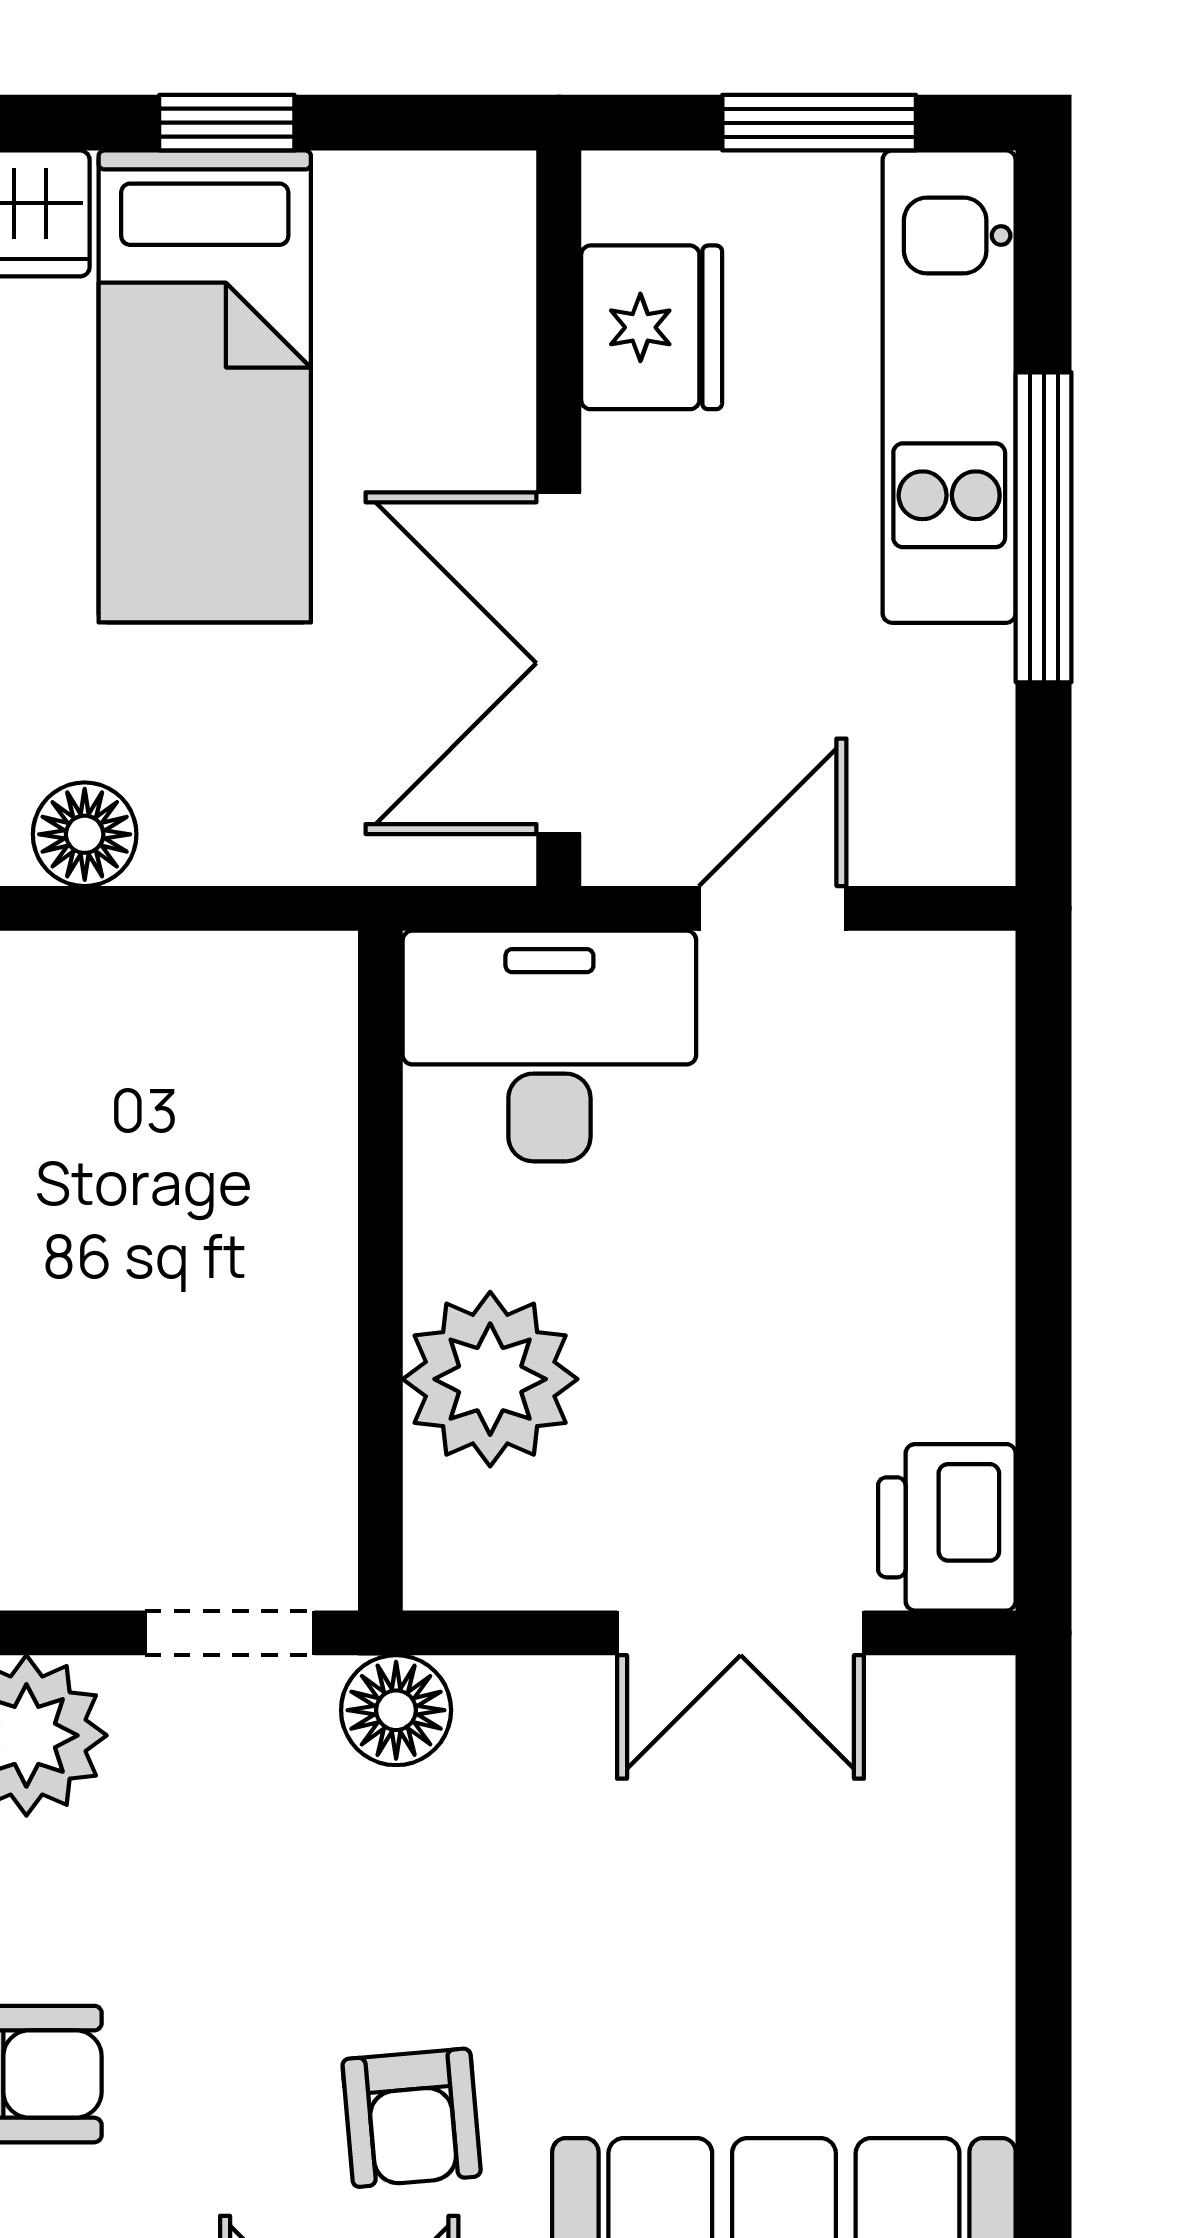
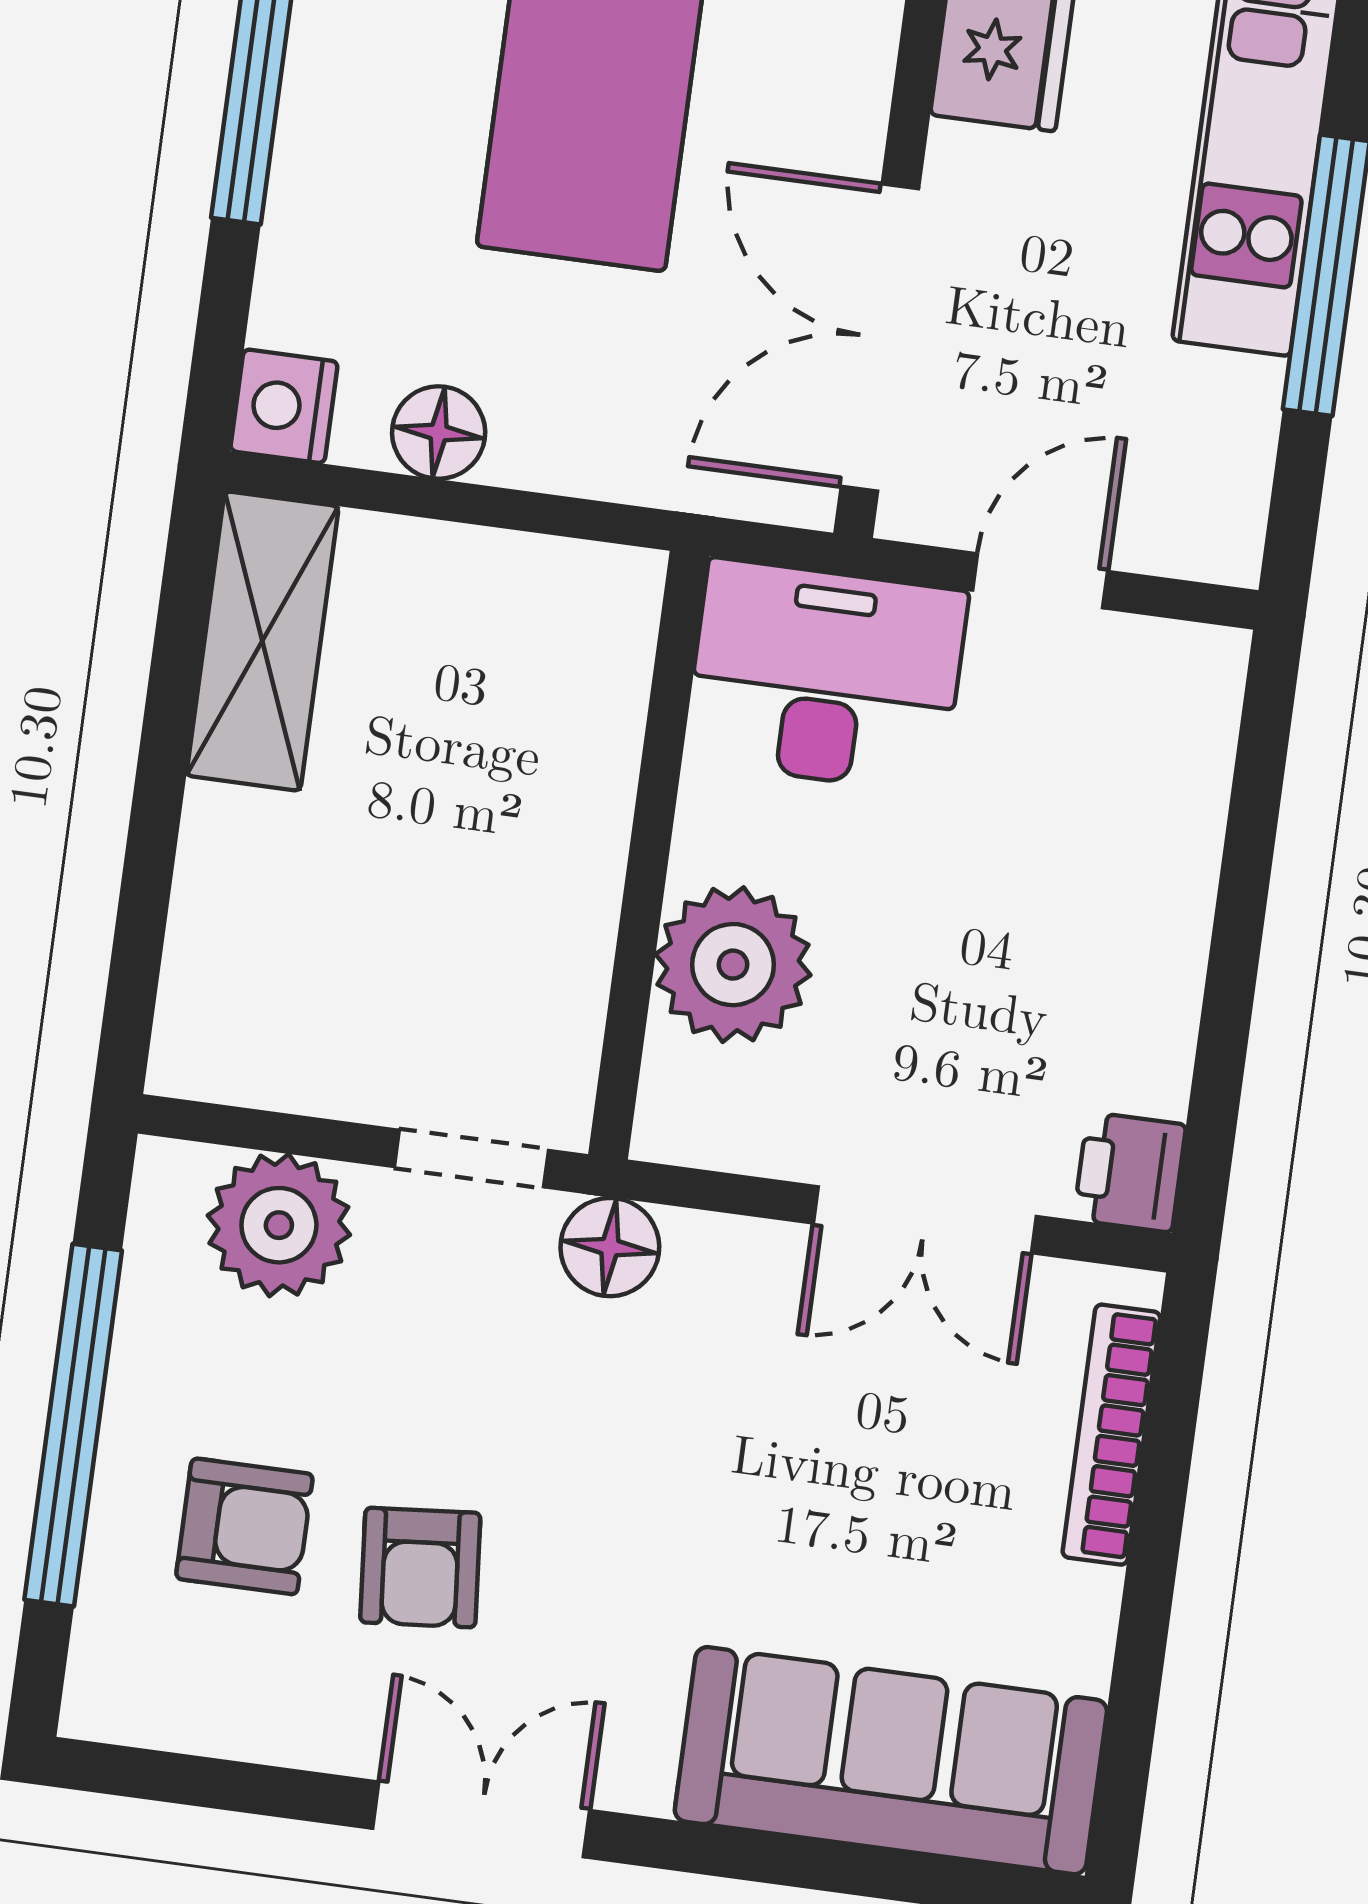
printer: (947, 1527) -> (1130, 1172), width x0.73, depth x0.81
bookcase: (979, 1843) -> (1111, 1435), added
armchair: (412, 2118) -> (420, 1568), moved

